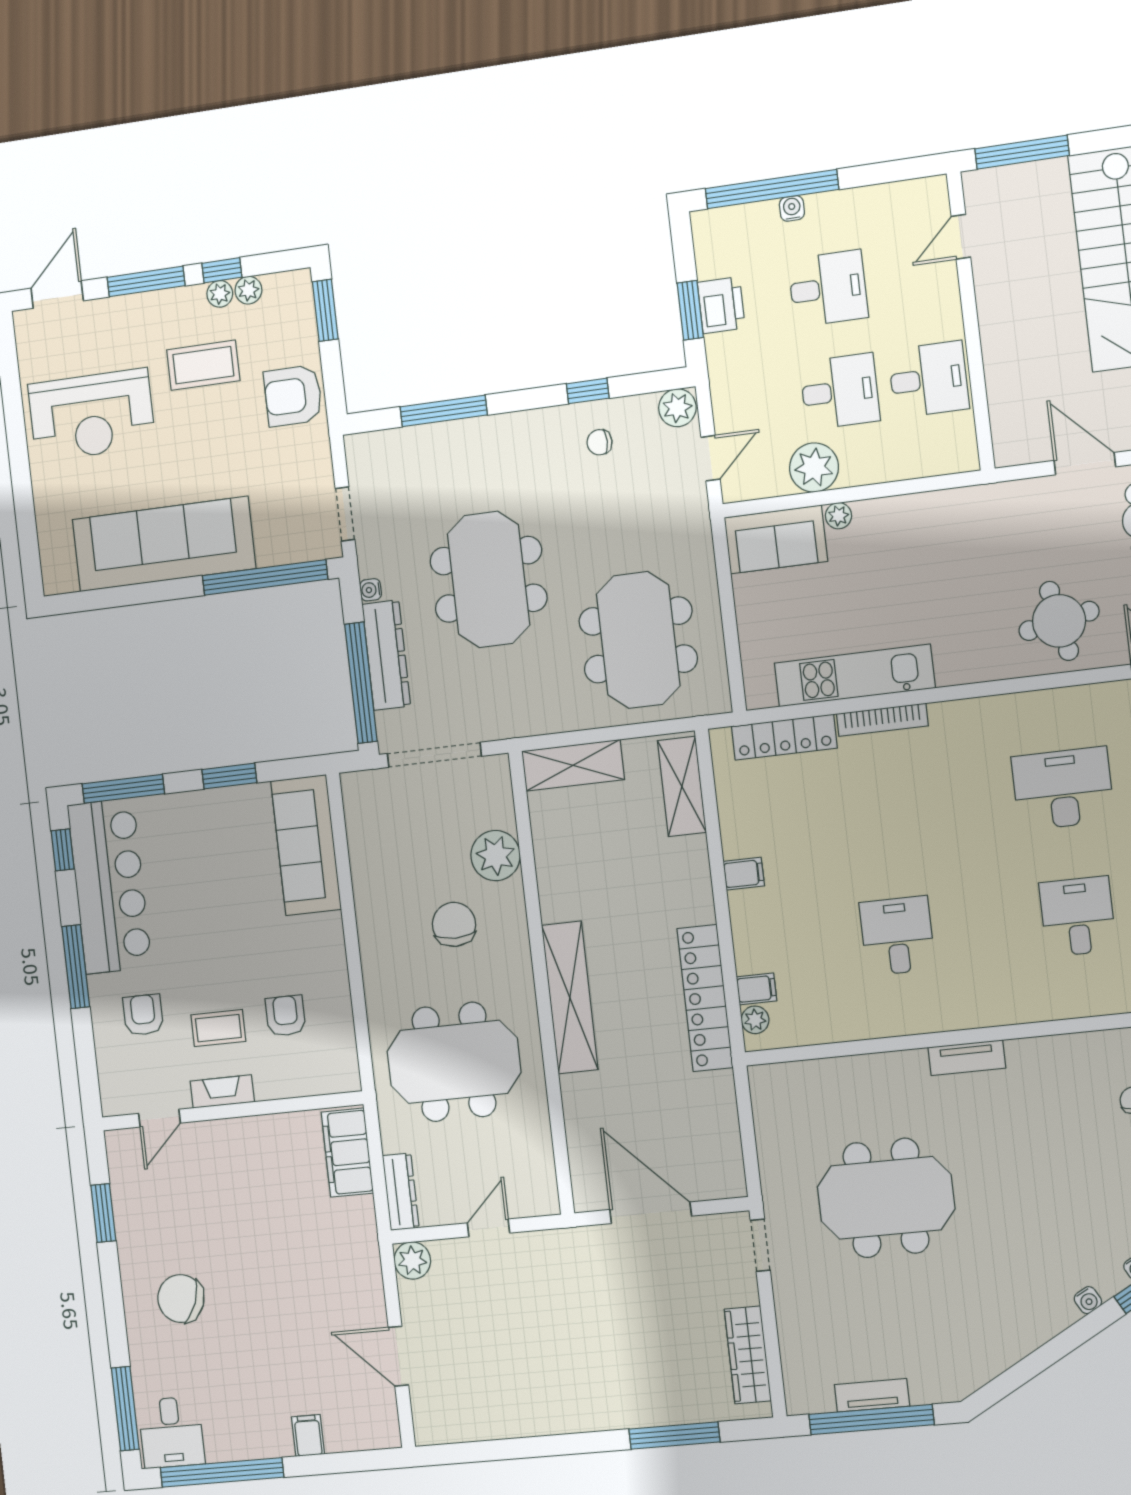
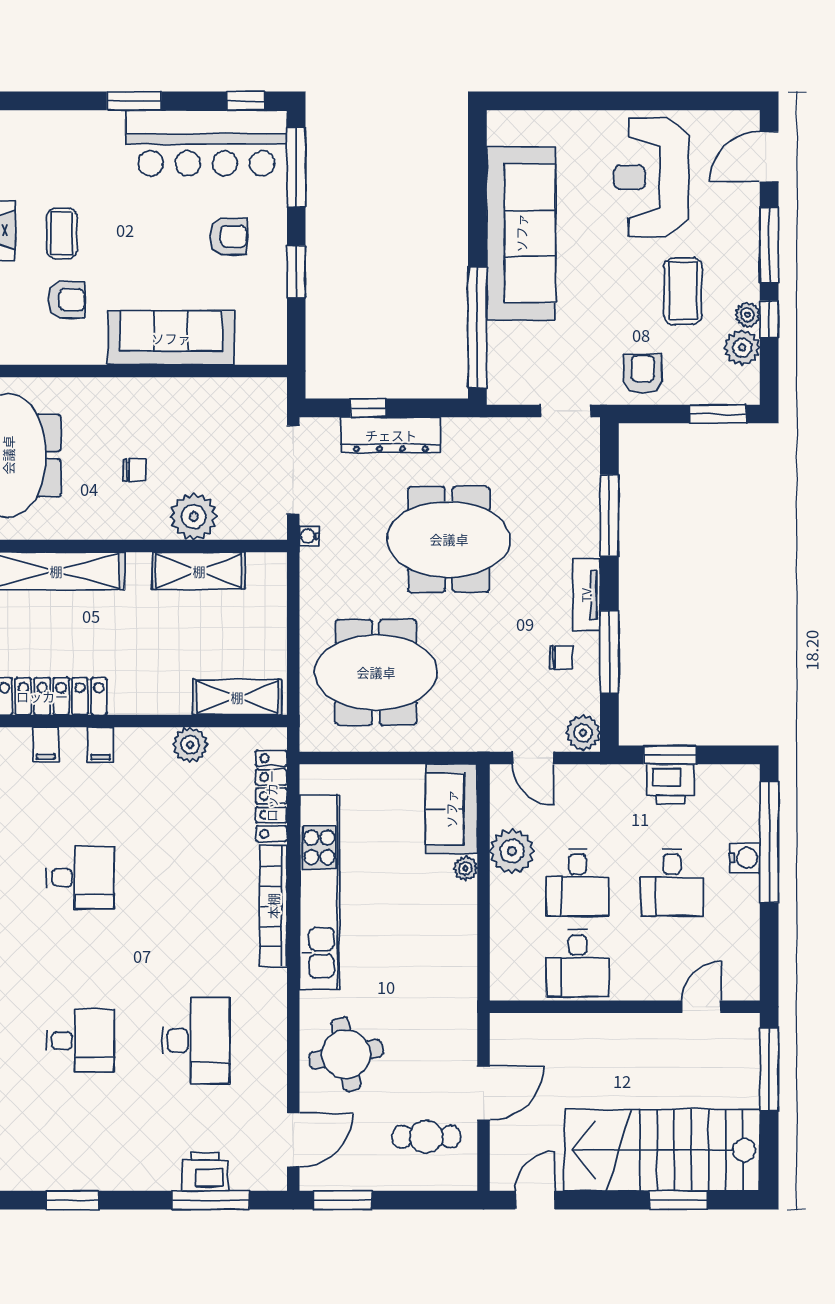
water cooler: (792, 208) -> (745, 858), width x1.38, depth x1.38
door: (961, 237) -> (701, 1007), hinge flipped
plant: (248, 290) -> (742, 348), width x1.38, depth x1.38
door: (57, 295) -> (769, 157), swing flipped
window: (588, 391) -> (609, 652), width x2.17
armchair: (293, 396) -> (643, 374), width x0.72, depth x0.72
tv unit: (530, 424) -> (586, 595), added
chair: (599, 442) -> (561, 657), turned 90
doorway: (345, 514) -> (566, 411), moved
water cooler: (371, 590) -> (309, 536), moved, turned -90
kitchen unit: (855, 676) -> (319, 892), width x1.36
window: (361, 683) -> (368, 408), width x0.32
bookcase: (882, 720) -> (273, 906), width x1.48, depth x1.31
shelving: (573, 765) -> (199, 571), moved, turned 90
sofa: (306, 845) -> (171, 338), moved
filing cabinet: (744, 874) -> (101, 745), moved
chair: (454, 924) -> (135, 470), width x0.54, depth x0.54
window: (76, 967) -> (134, 101), width x0.69
armchair: (143, 1015) -> (228, 236), moved
plant: (755, 1020) -> (190, 745), moved, width x1.38, depth x1.38

